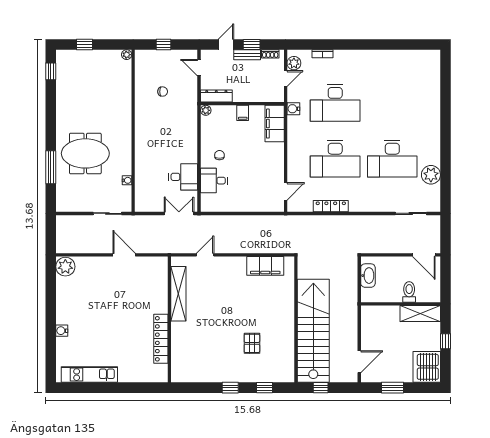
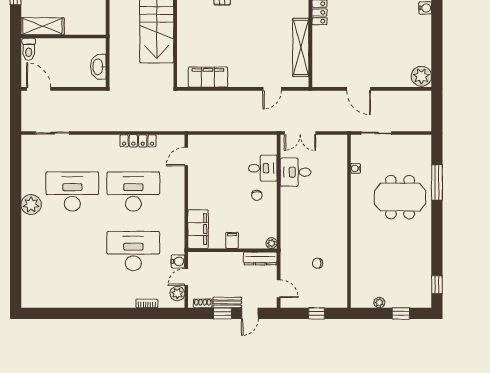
plant: (127, 55) -> (379, 303), moved
water cooler: (293, 109) -> (178, 261), moved
plant: (431, 175) -> (31, 205), moved
toilet: (409, 292) -> (29, 49), moved

